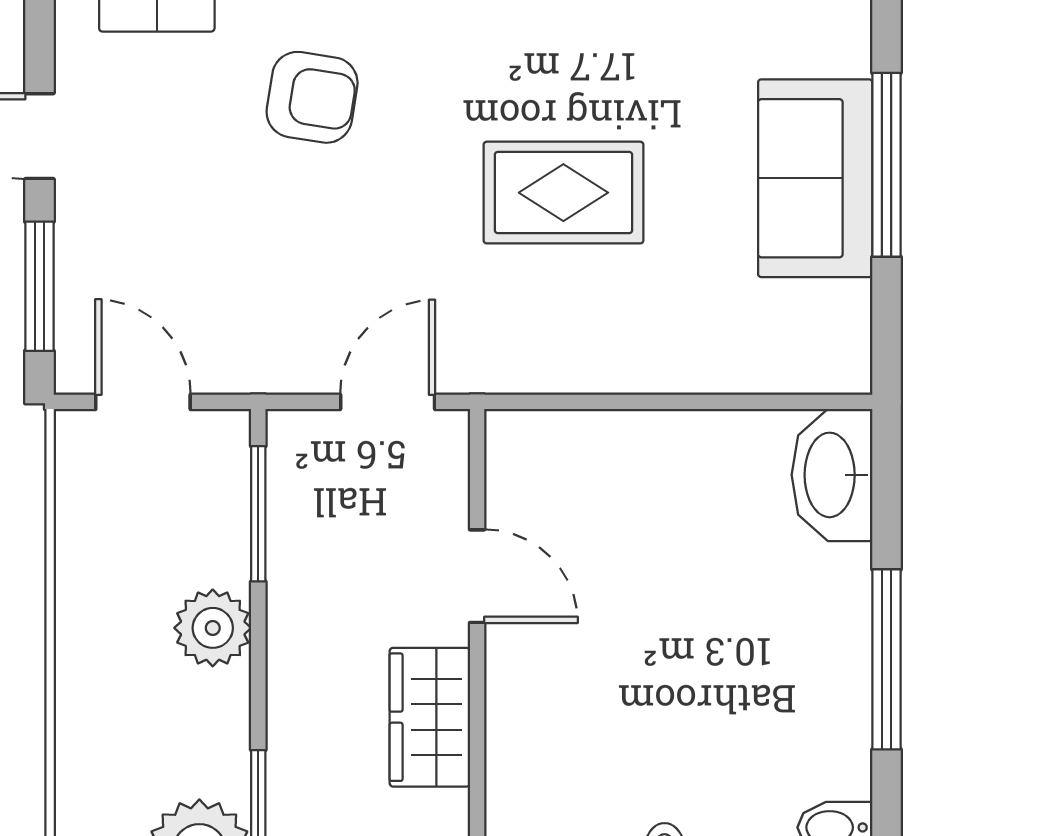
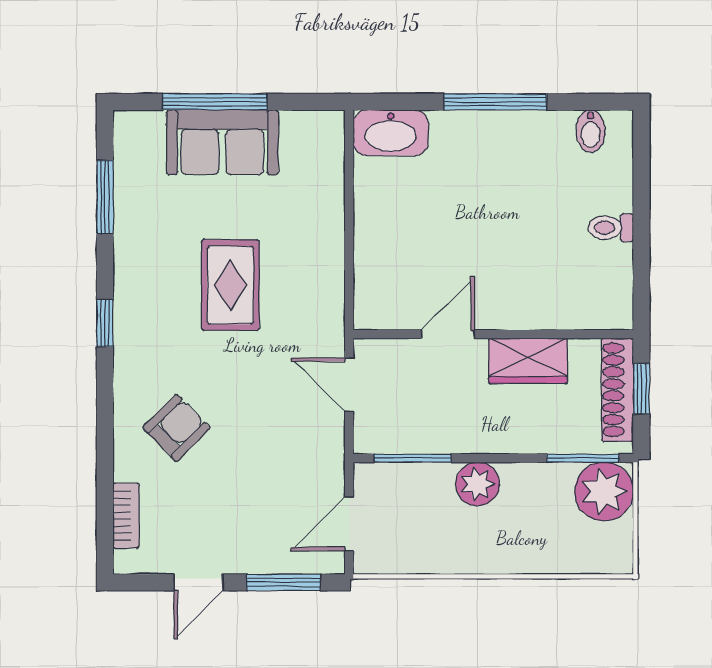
armchair: (312, 97) -> (176, 428), turned 36

